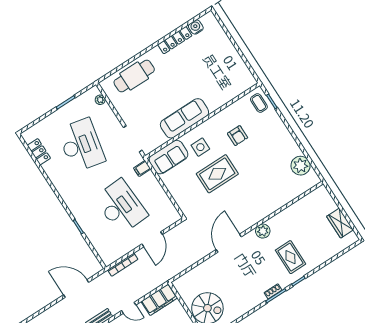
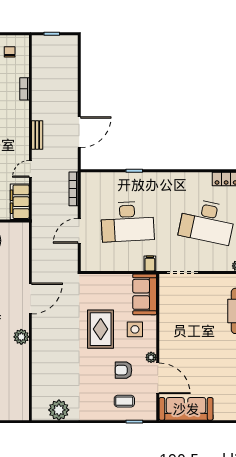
coffee table: (259, 103) -> (124, 401), moved
door: (227, 105) -> (158, 378), added
sofa: (184, 118) -> (186, 409), moved, turned -90
plant: (214, 121) -> (151, 357), added
door: (152, 239) -> (79, 231), hinge flipped
door: (229, 243) -> (30, 299), hinge flipped

